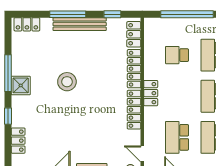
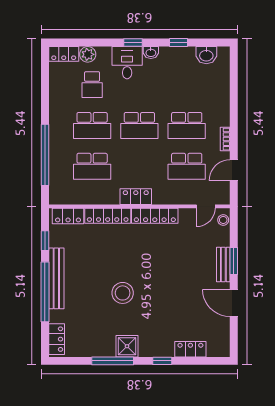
window: (68, 14) -> (45, 292), width x1.46
school desk: (177, 55) -> (92, 166), width x1.85

